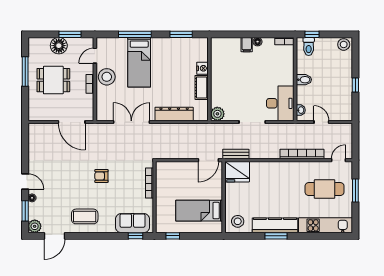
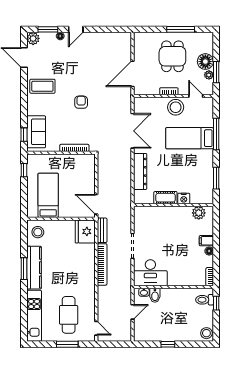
plant: (73, 42) -> (209, 75), added
bidet: (304, 80) -> (155, 295), moved
plant: (217, 114) -> (199, 213), moved
bookcase: (302, 154) -> (102, 264), moved
coffee table: (85, 216) -> (42, 86), turned 90

